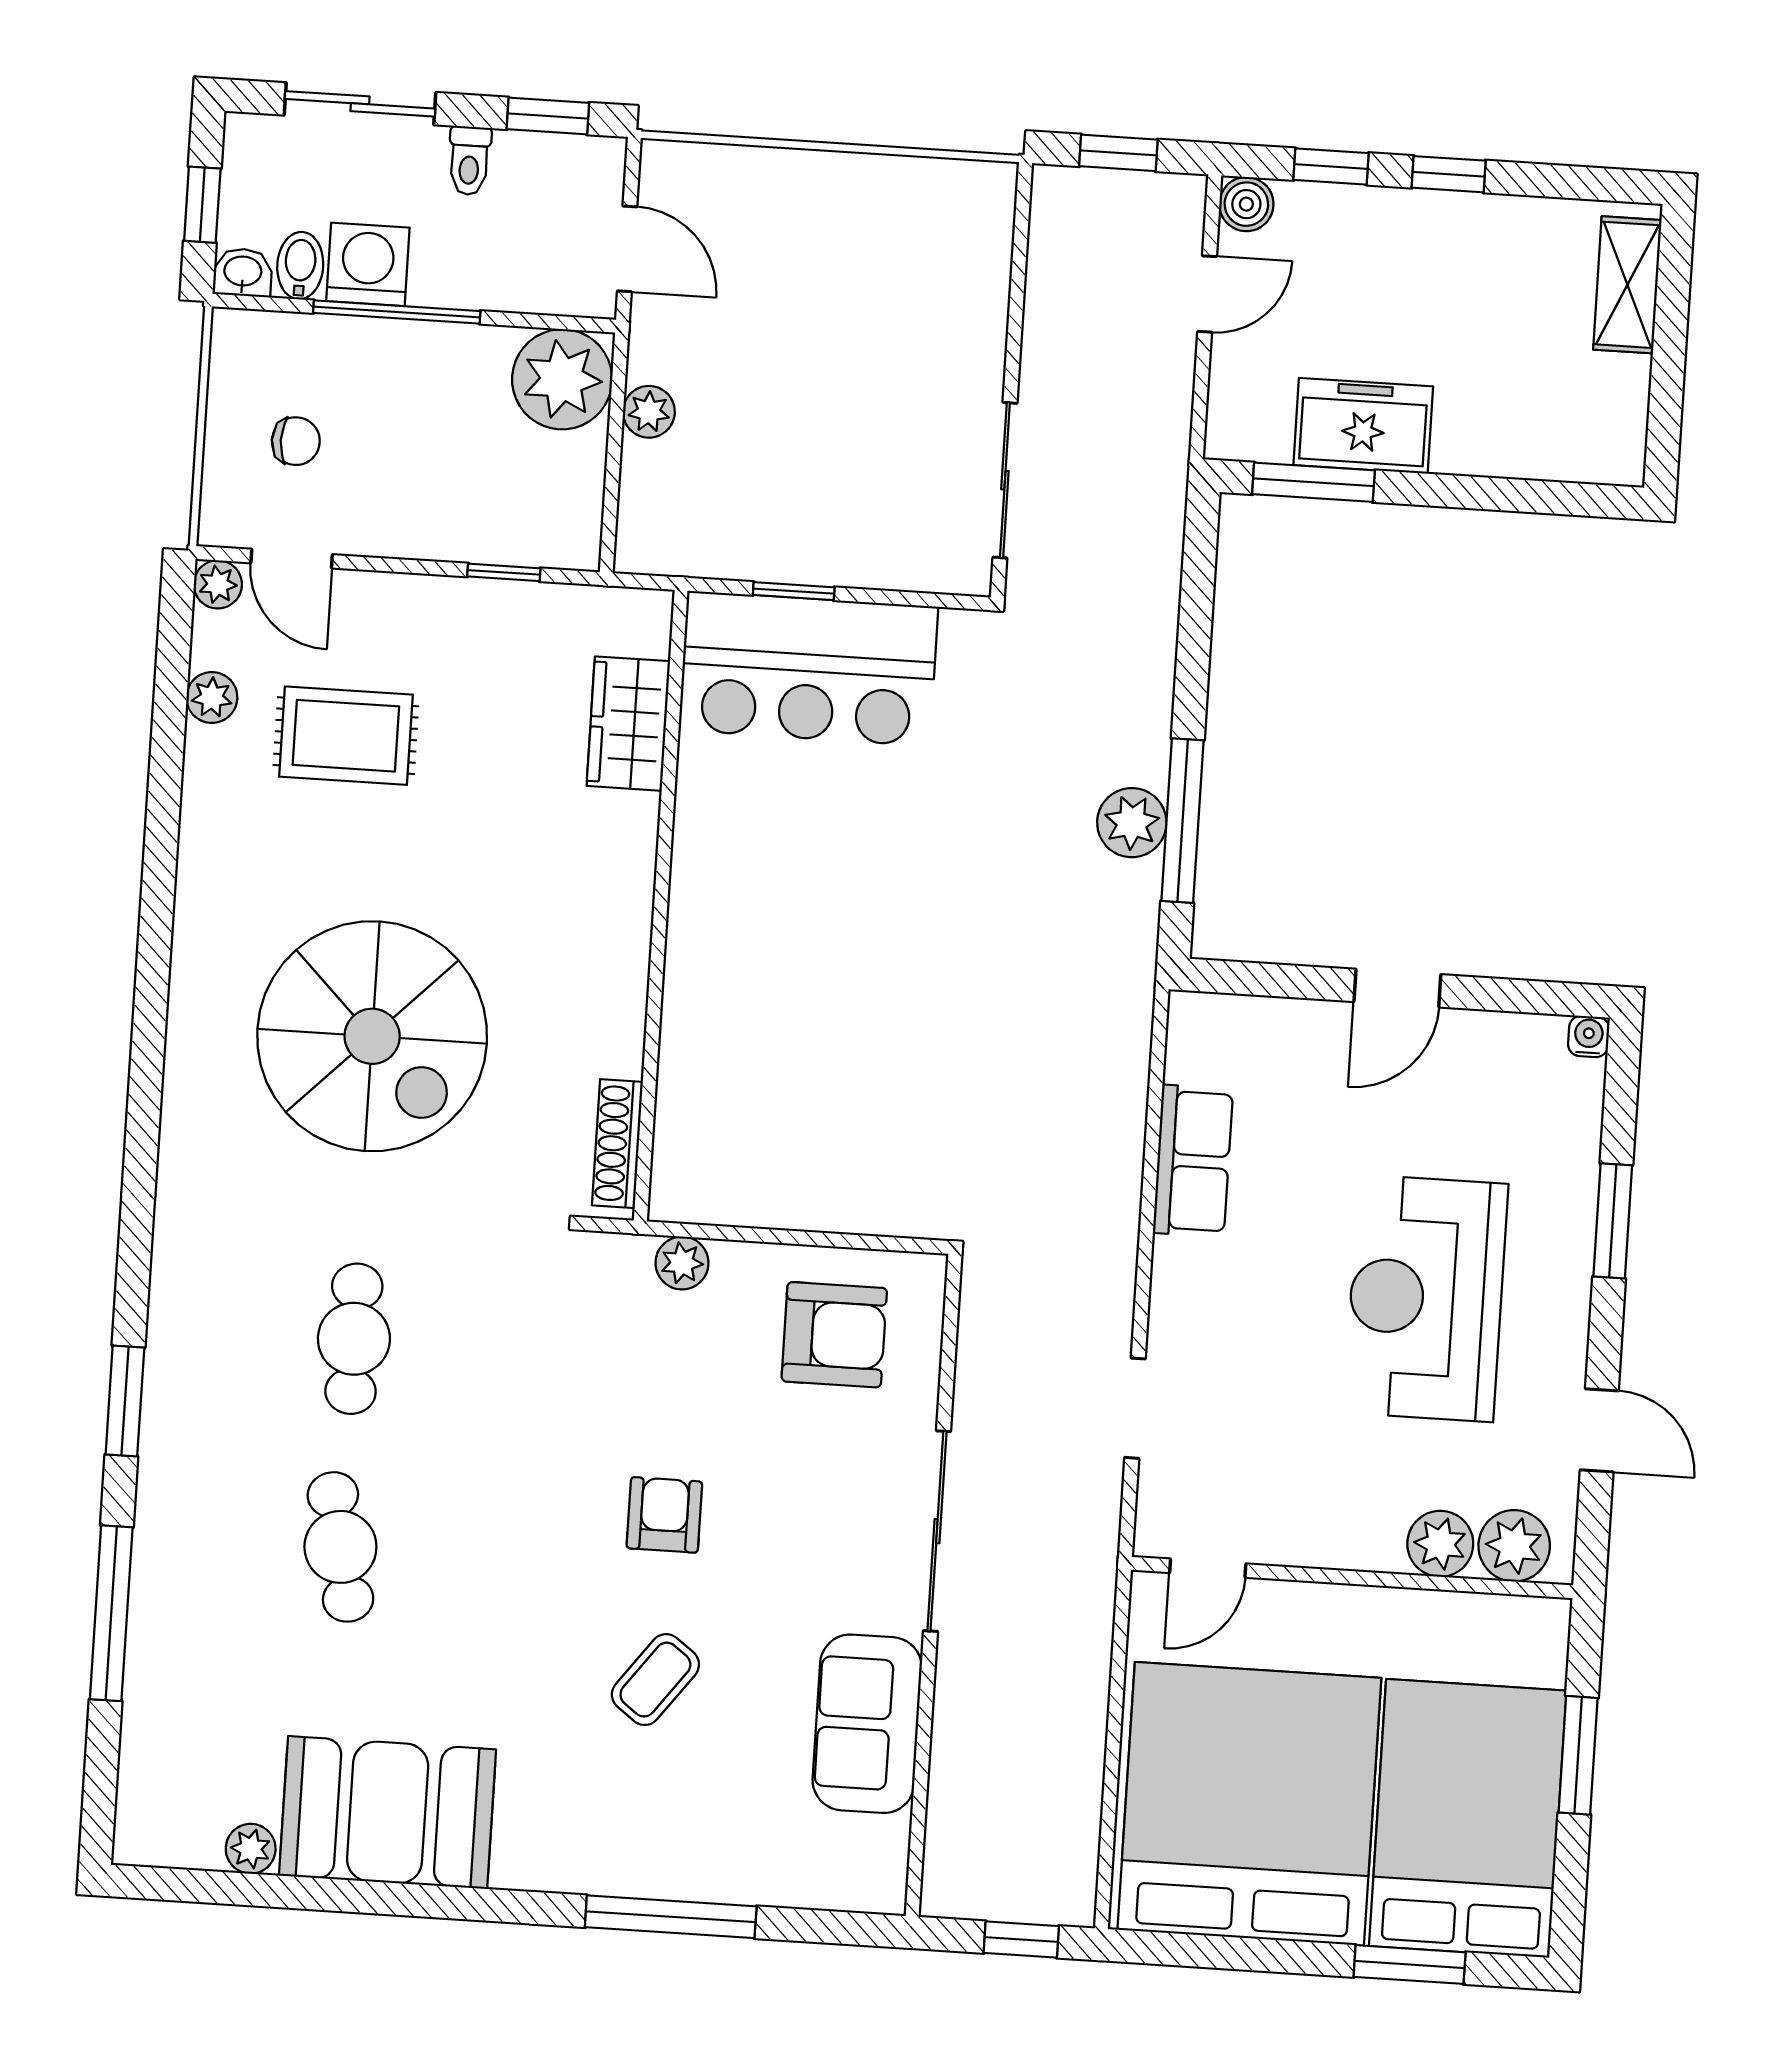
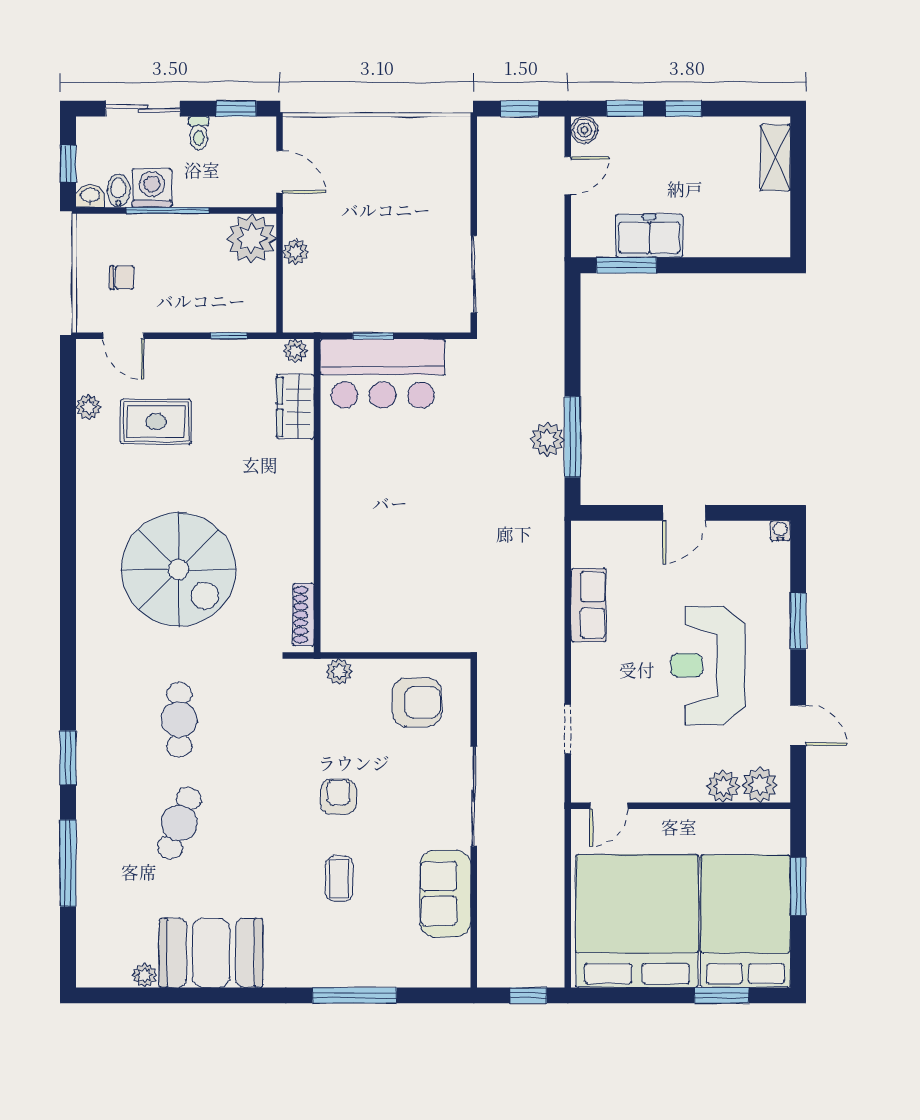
plant: (218, 584) -> (295, 351), moved
cafe table: (340, 1547) -> (179, 823), turned 33
coffee table: (655, 1680) -> (339, 879), turned -37

